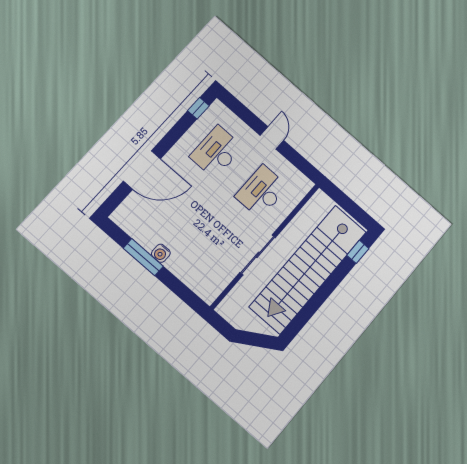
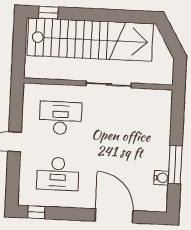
desk: (262, 192) -> (60, 118), turned 180
water cooler: (161, 253) -> (161, 178), moved

